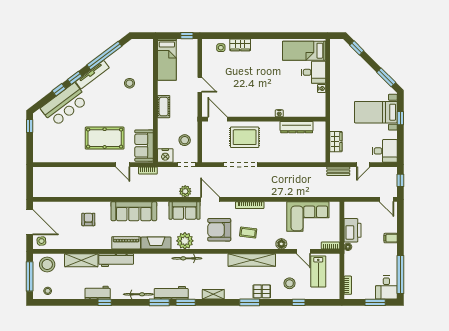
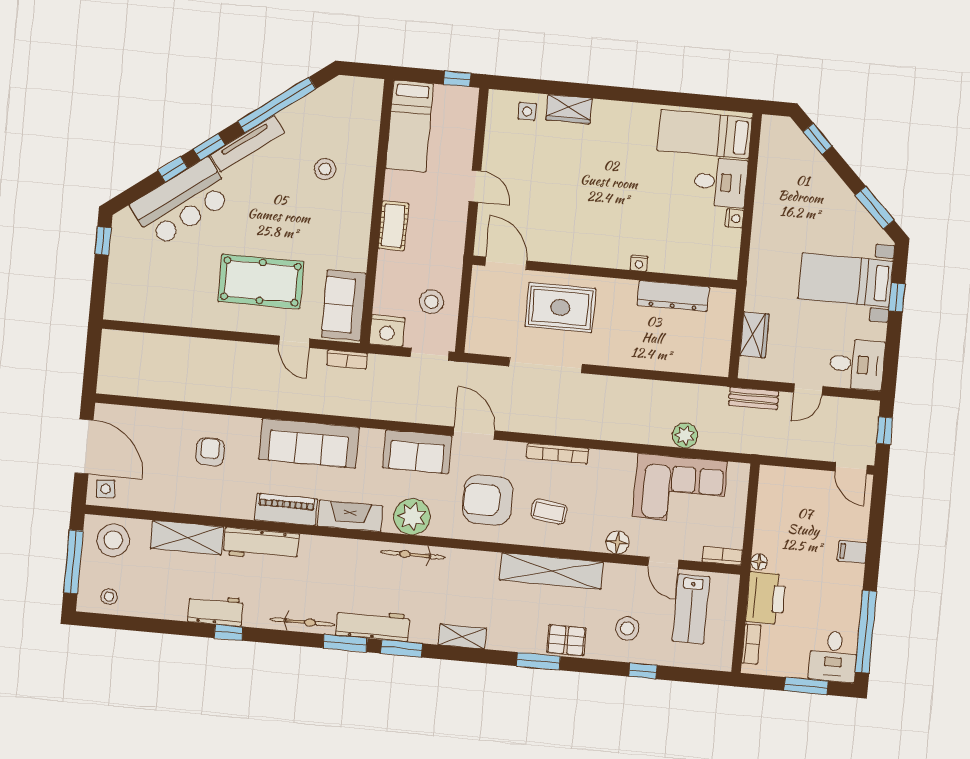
plant: (185, 191) -> (685, 435), moved
printer: (353, 230) -> (766, 598), moved

